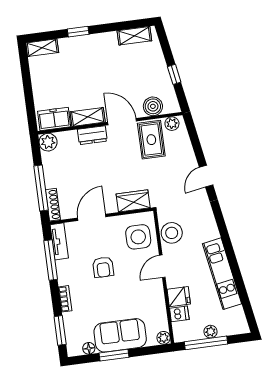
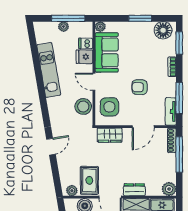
door: (162, 266) -> (94, 82), swing flipped
armchair: (103, 267) -> (140, 87), turned -90
sofa: (120, 335) -> (107, 52), moved, turned -90
floor lamp: (89, 348) -> (163, 30), width x1.89, depth x1.89

